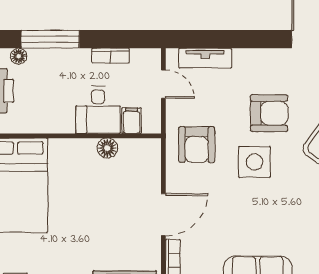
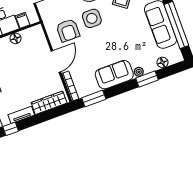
armchair: (197, 145) -> (68, 30), moved

